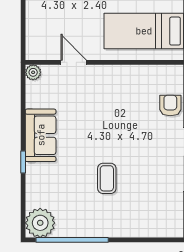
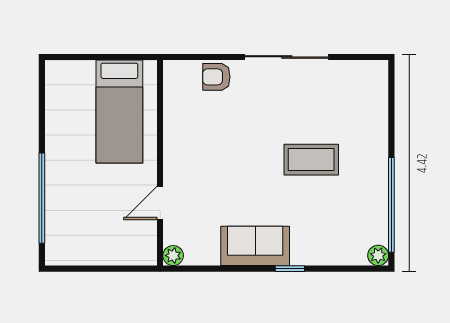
coffee table: (107, 178) -> (311, 160), width x1.36, depth x1.30
plant: (40, 223) -> (378, 255), width x0.53, depth x0.53

